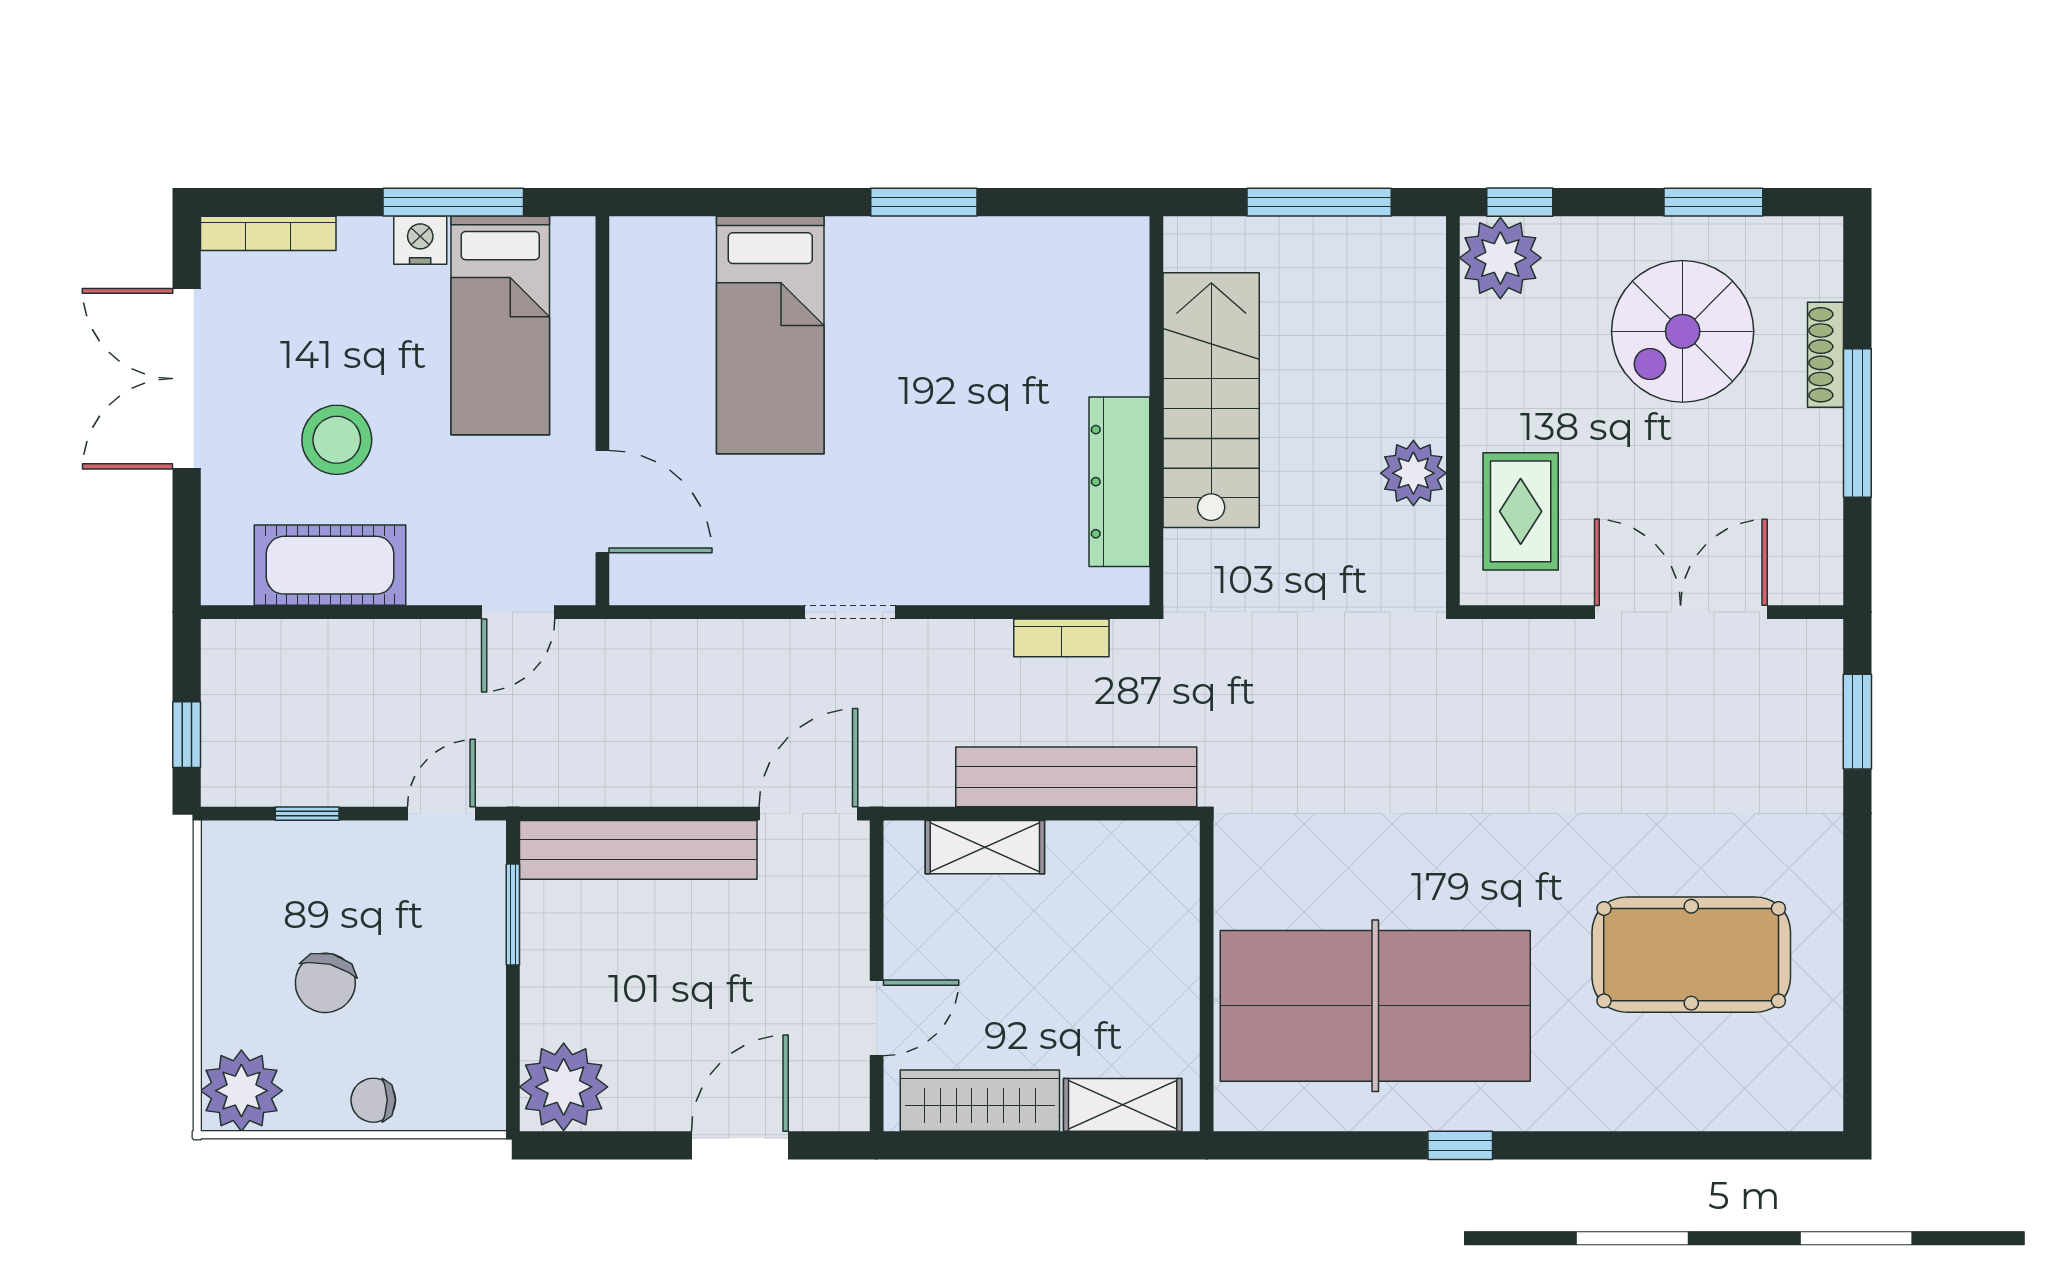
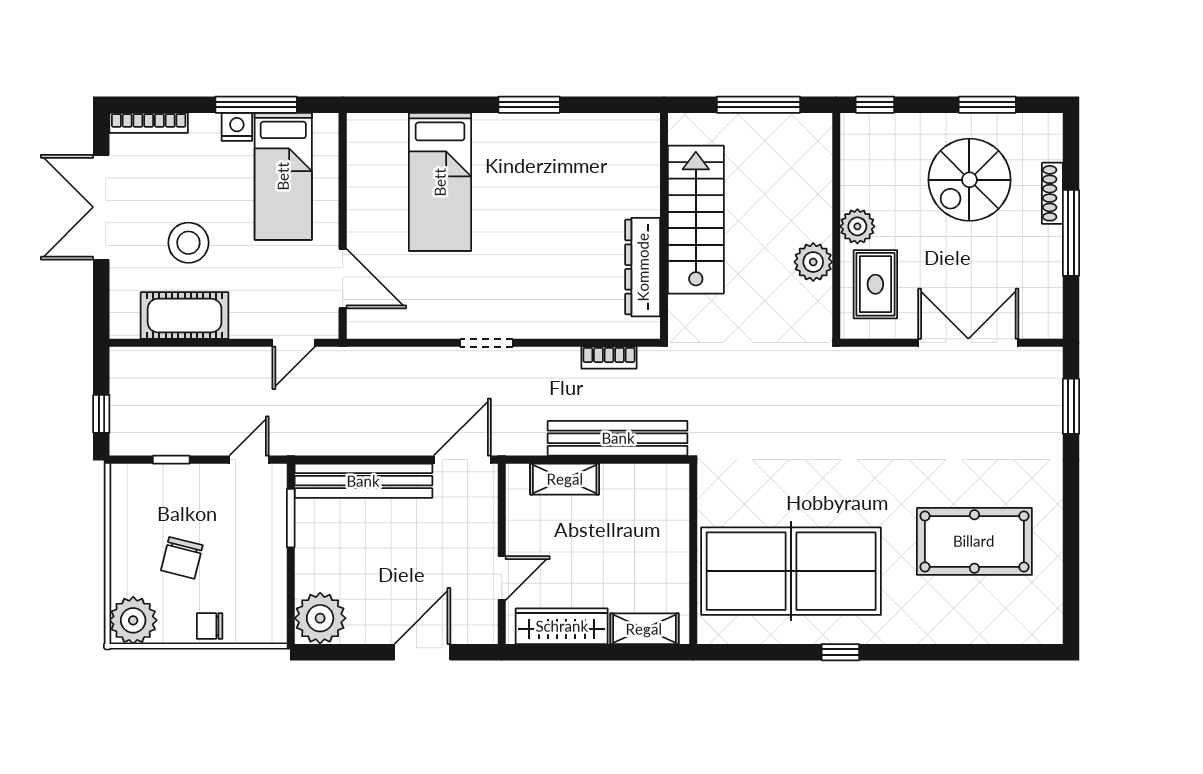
plant: (1500, 258) -> (857, 226), moved, width x0.73, depth x0.73

